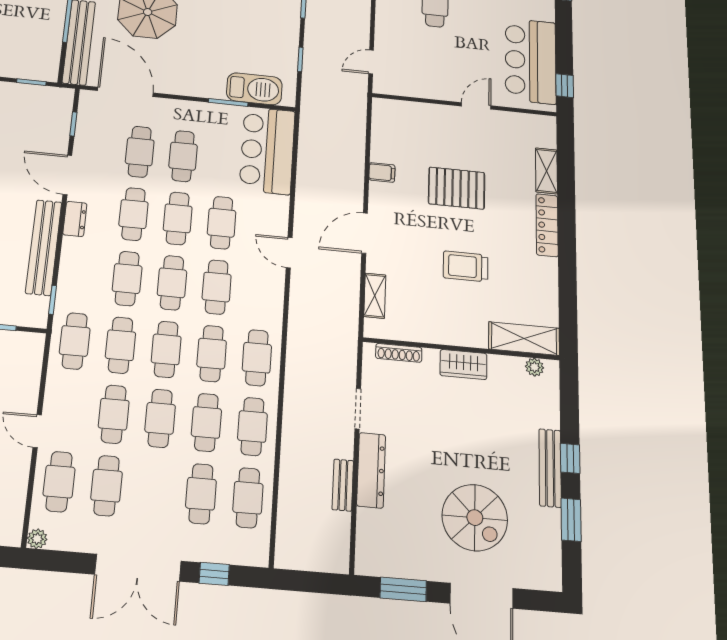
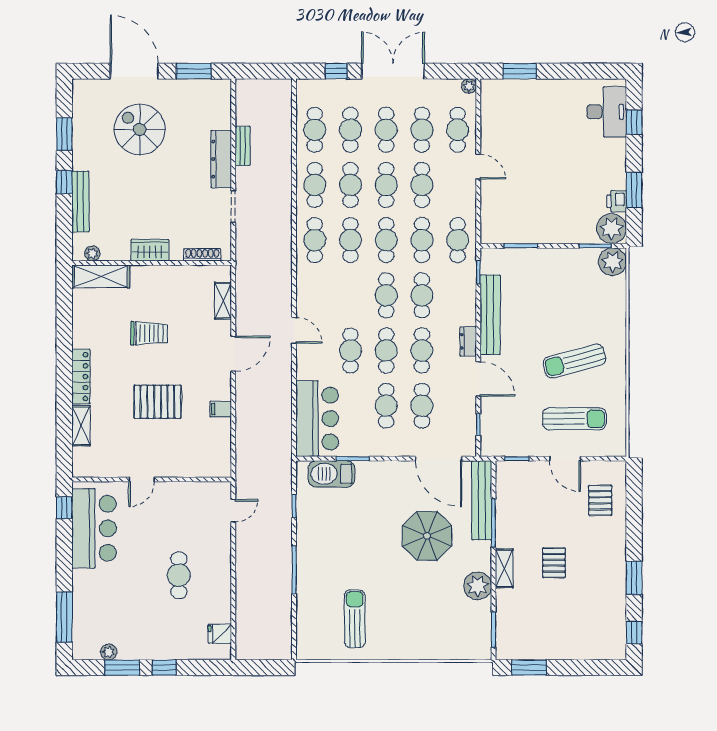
cafe table: (217, 287) -> (386, 130), moved
bench: (550, 468) -> (80, 202), moved

